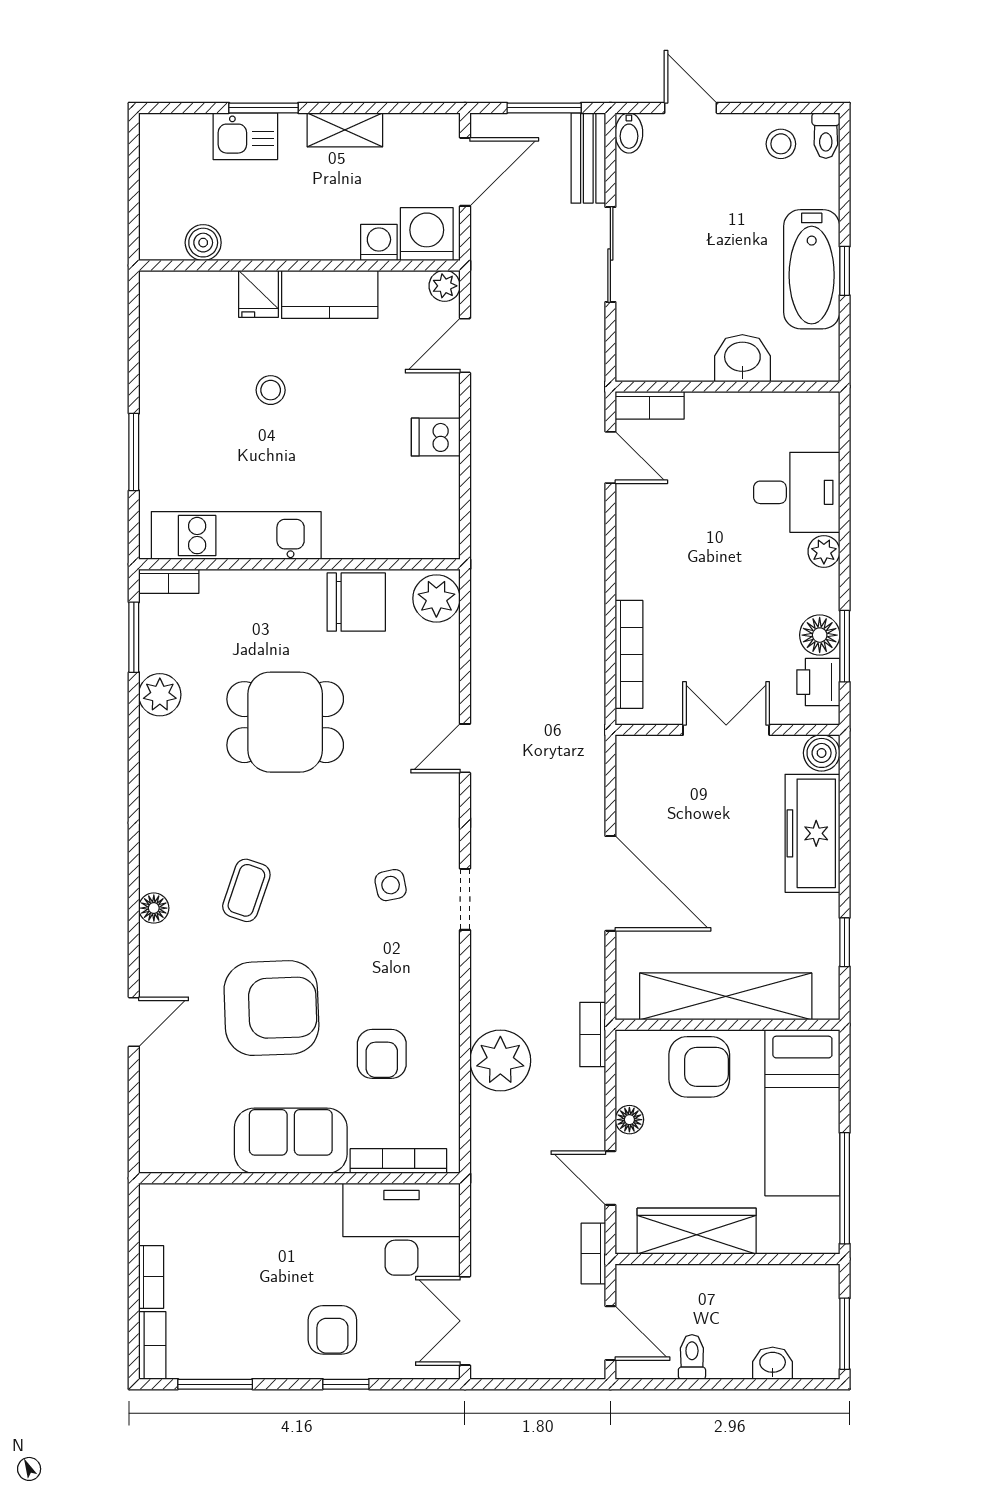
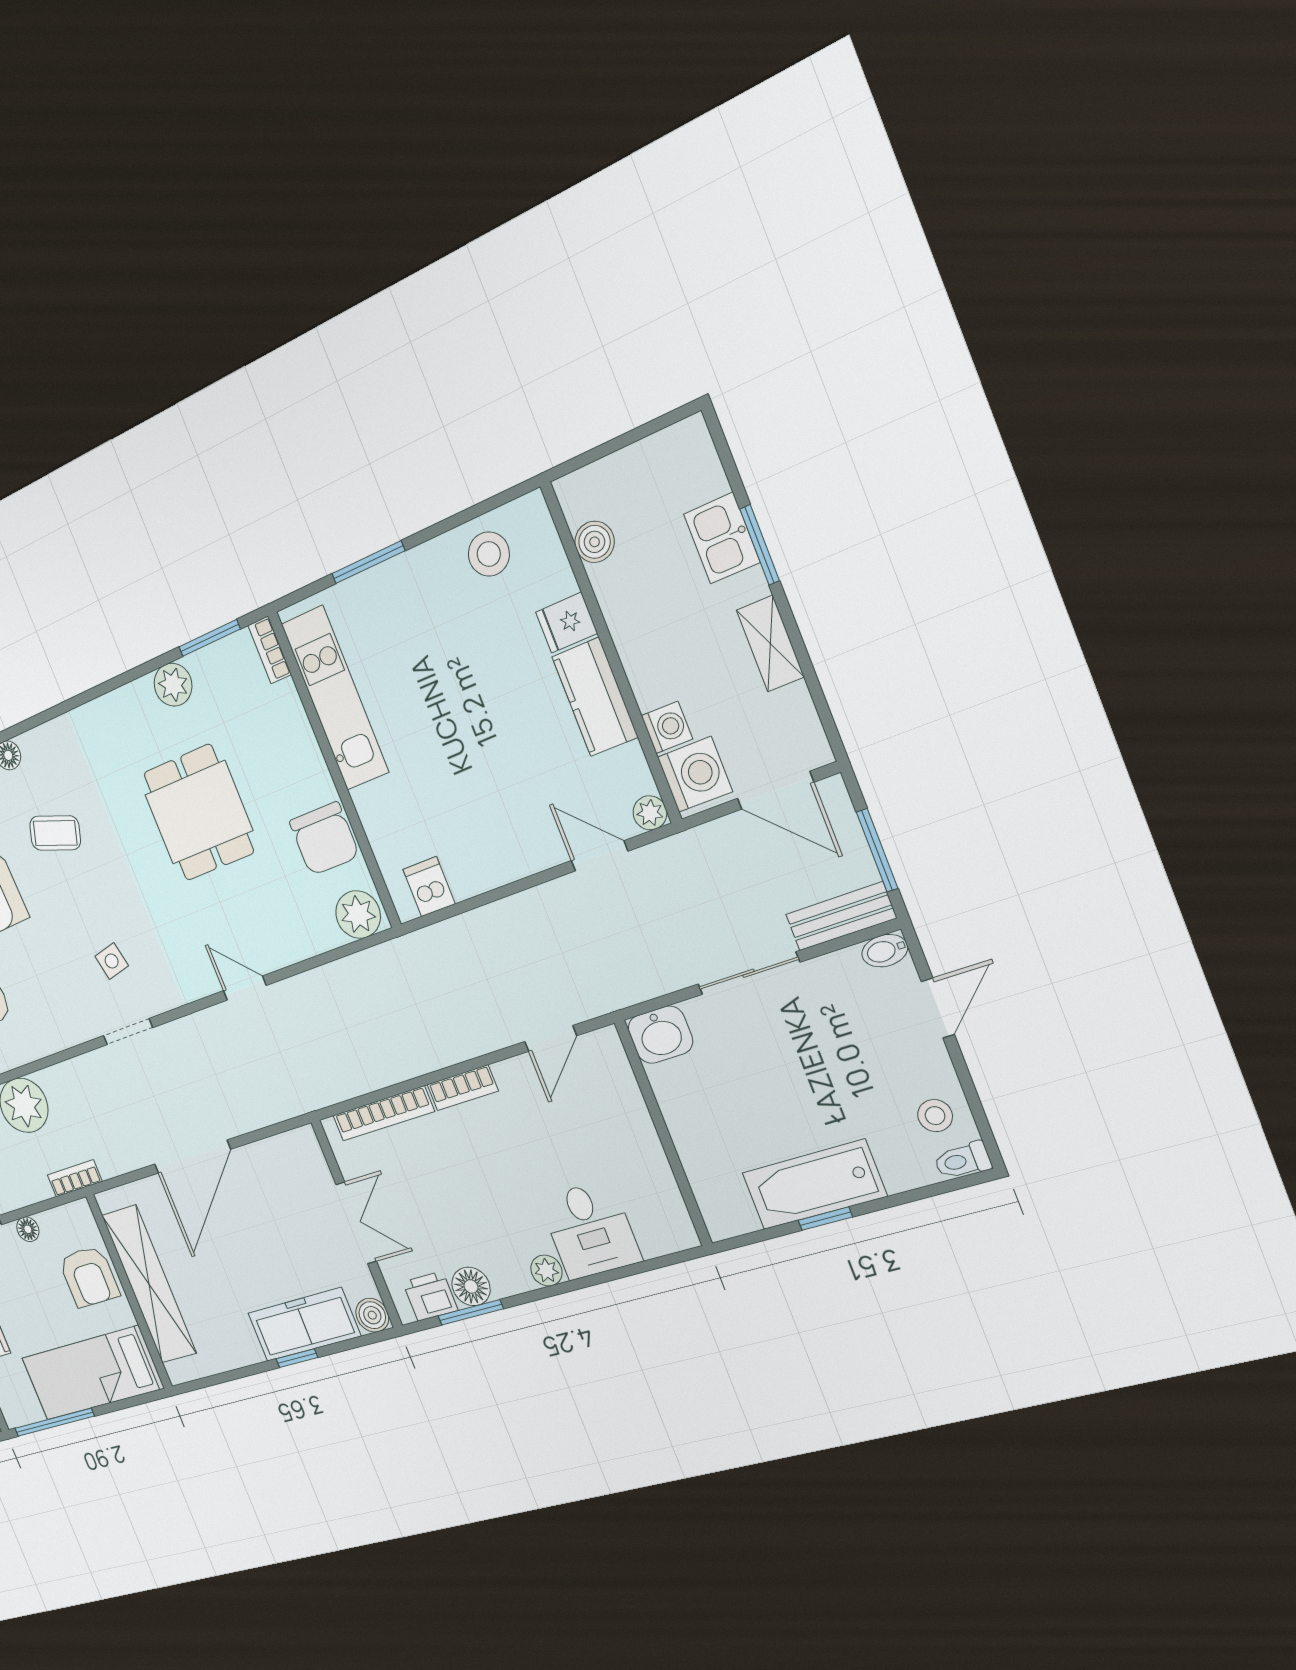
washbasin: (742, 358) -> (660, 1035), moved, turned 90
stool: (271, 390) -> (489, 554), moved, width x1.37, depth x1.37
bookcase: (650, 405) -> (463, 1088), moved, turned -90
dishwasher: (436, 437) -> (429, 887), moved
window: (845, 942) -> (297, 1358), moved

